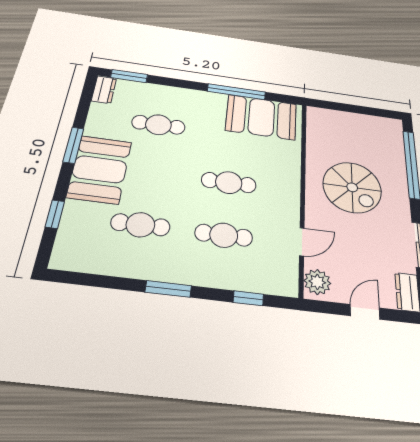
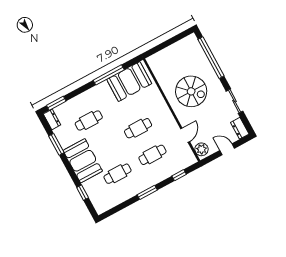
window: (73, 145) -> (56, 144), moved
door: (365, 312) -> (227, 149), hinge flipped

